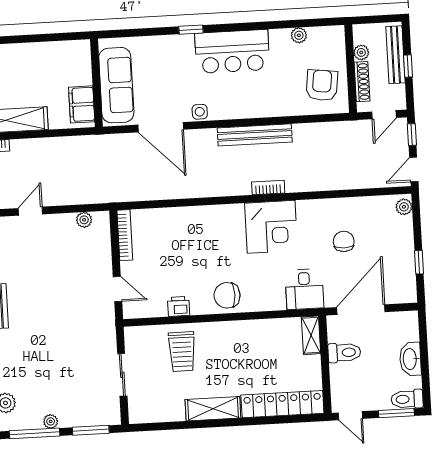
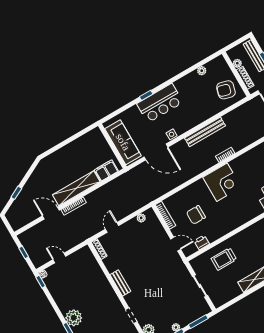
bar counter: (232, 51) -> (160, 103), moved
armchair: (322, 85) -> (226, 90), turned -82
filing cabinet: (82, 104) -> (106, 171), moved, turned 90
corner desk: (271, 227) -> (222, 182), moved
chair: (227, 295) -> (196, 215), moved
printer: (179, 306) -> (202, 242), moved
trolley: (182, 352) -> (224, 259), turned 90

